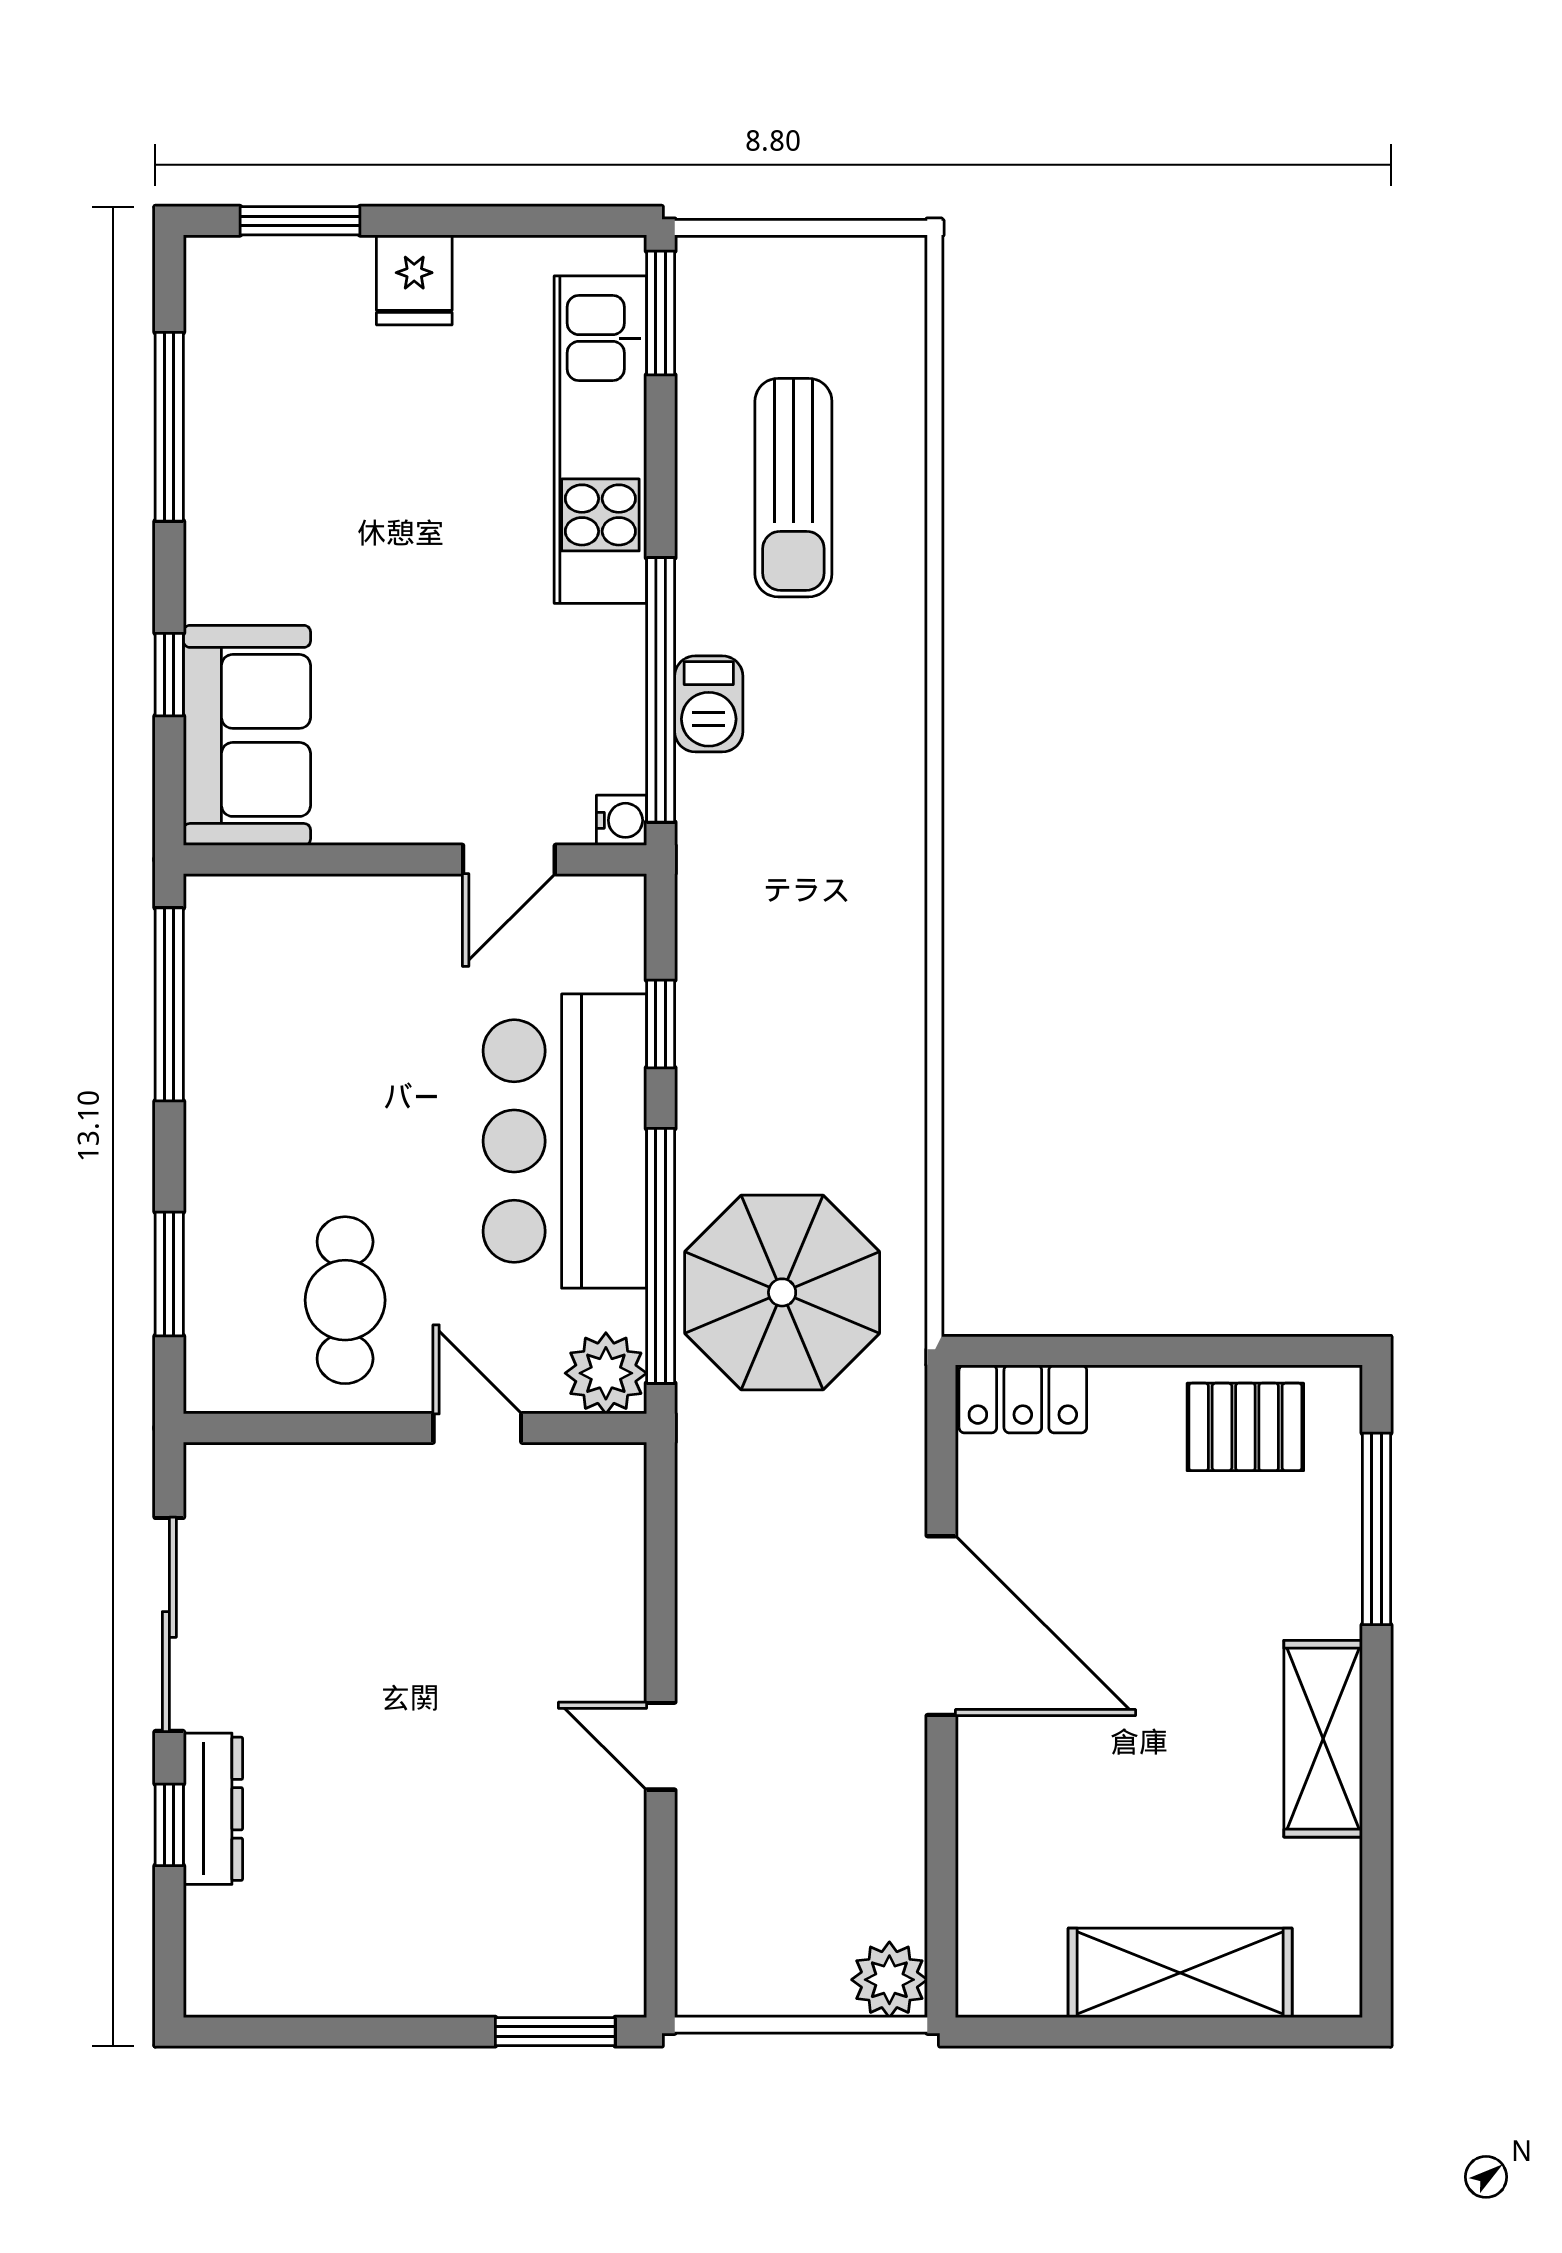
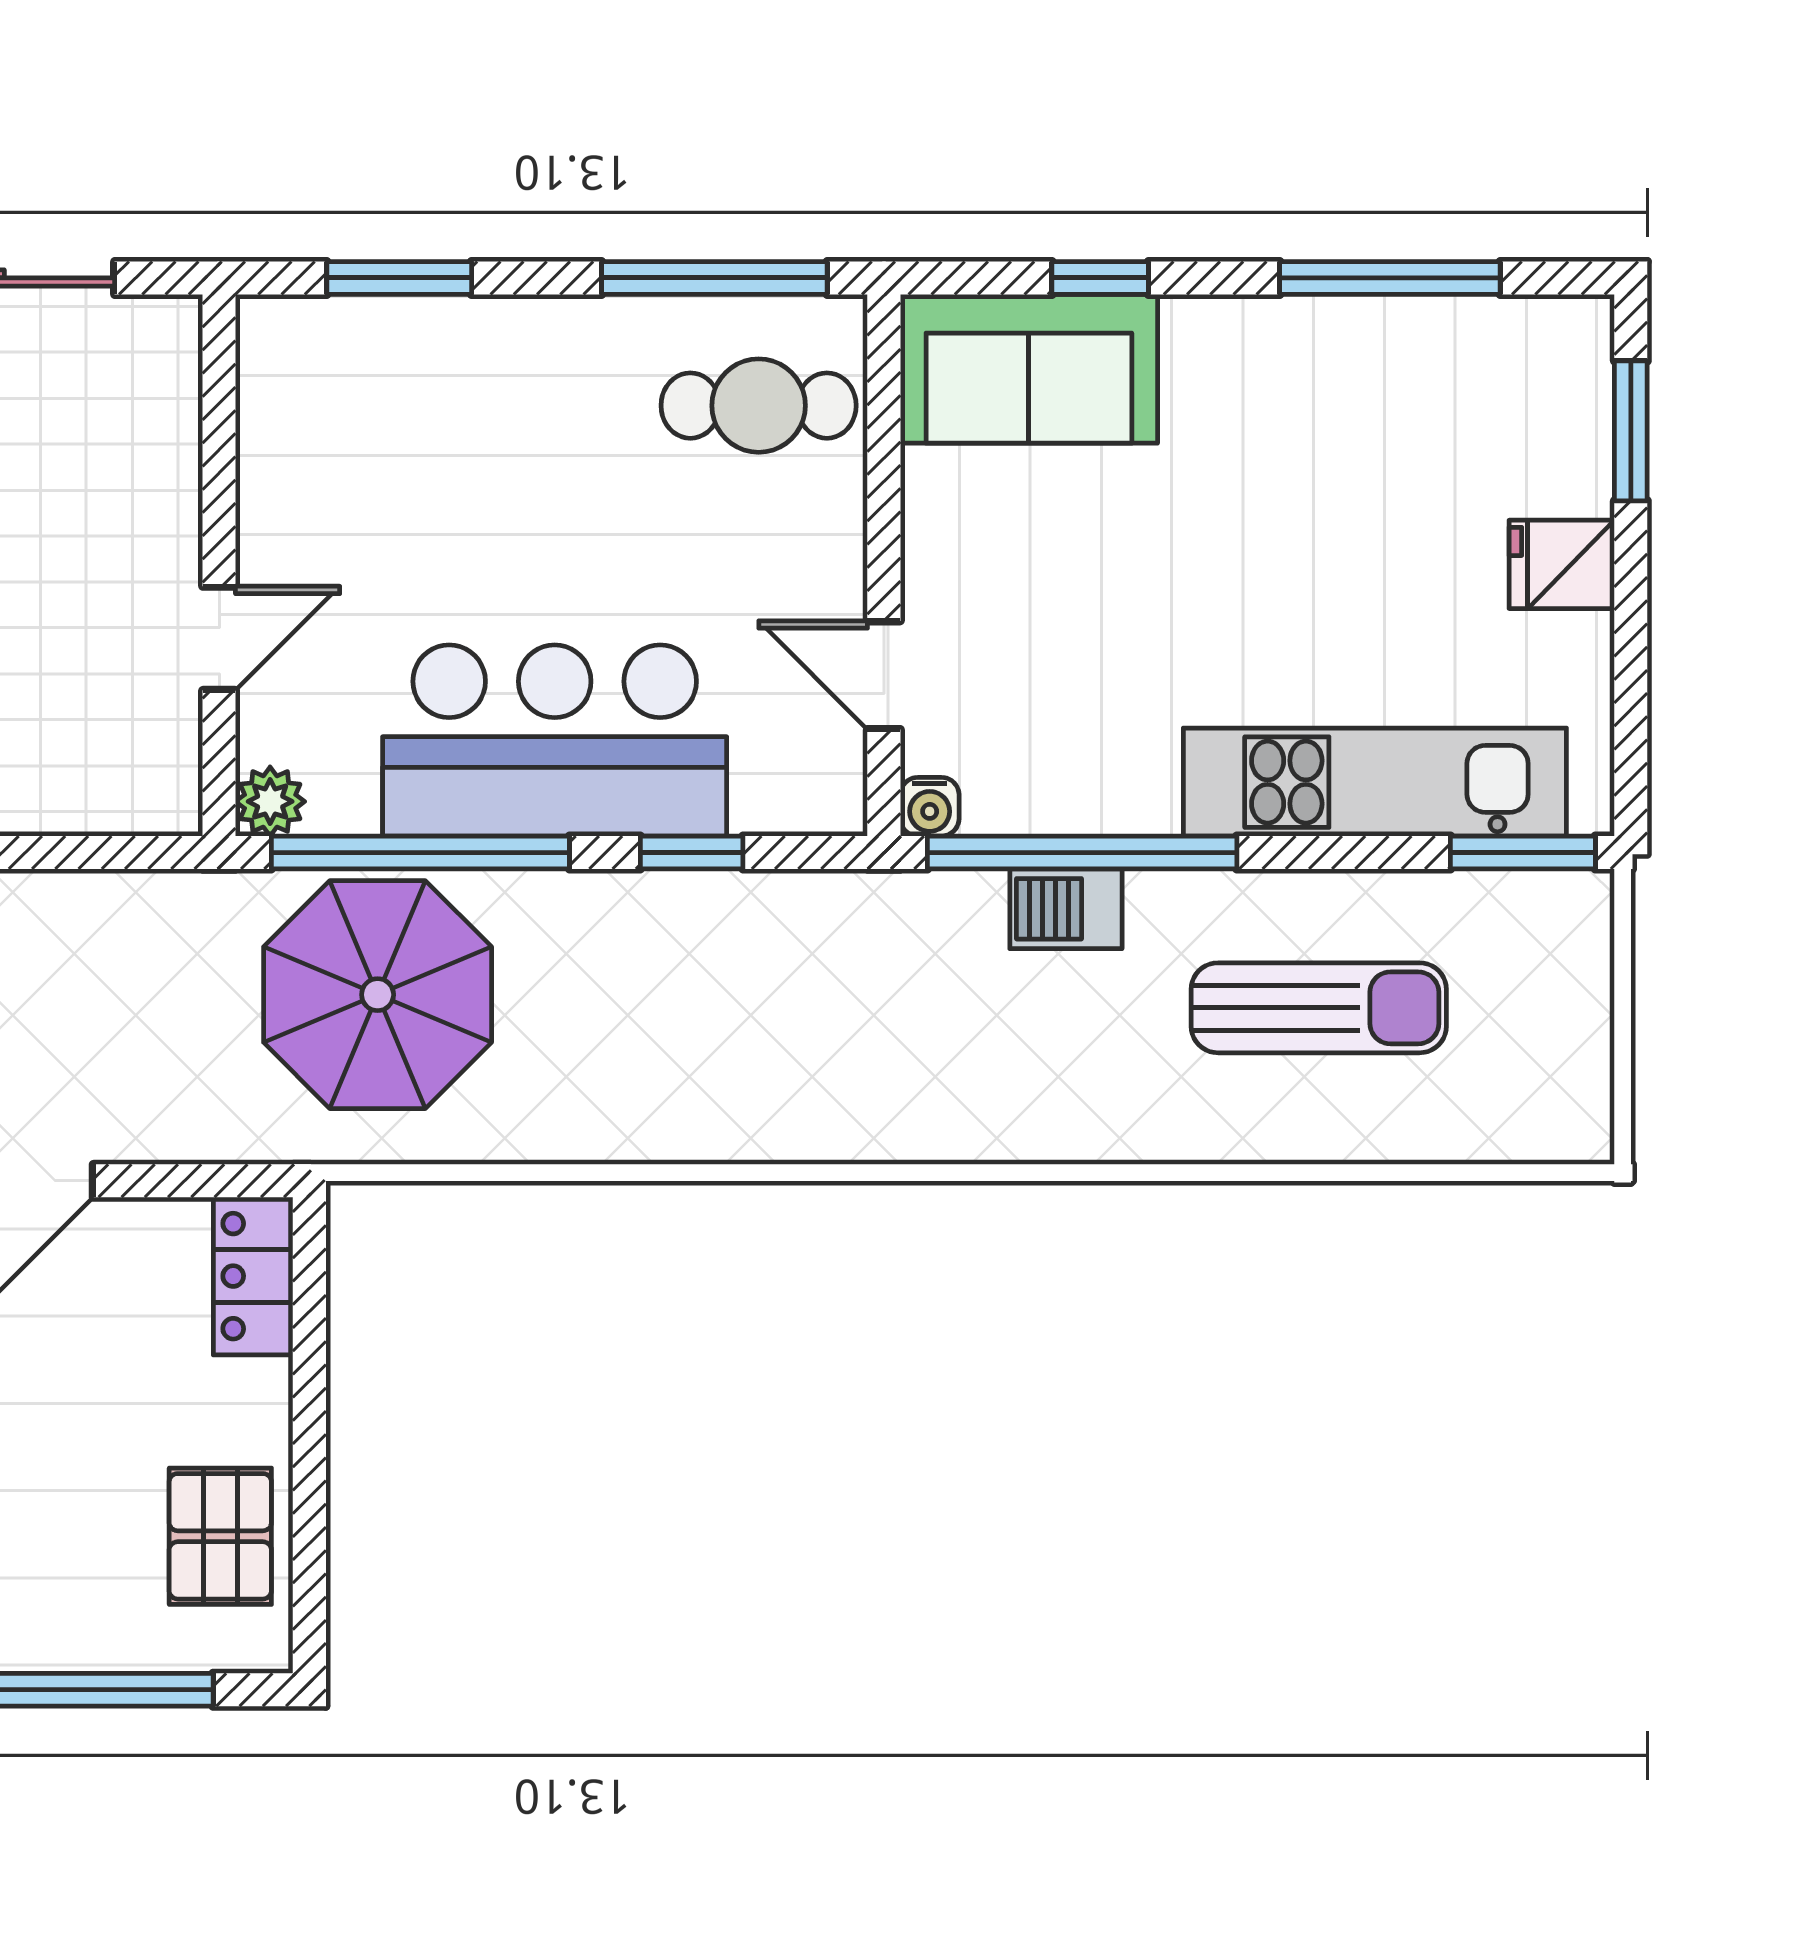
sun lounger: (793, 488) -> (1319, 1008), turned 180
cafe table: (345, 1300) -> (759, 406), moved
plant: (606, 1373) -> (270, 801), width x0.73, depth x0.73

